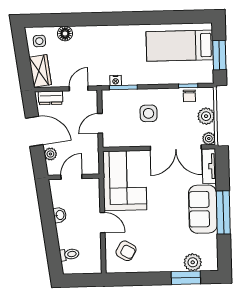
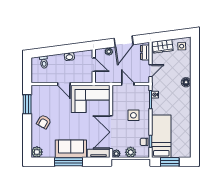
floor lamp: (65, 34) -> (186, 82), moved
bed: (180, 46) -> (161, 136), moved
door: (79, 88) -> (151, 71), hinge flipped
door: (103, 223) -> (64, 84), hinge flipped
armchair: (126, 251) -> (44, 122), moved
plant: (193, 262) -> (37, 152), moved
window: (186, 278) -> (27, 104), moved

